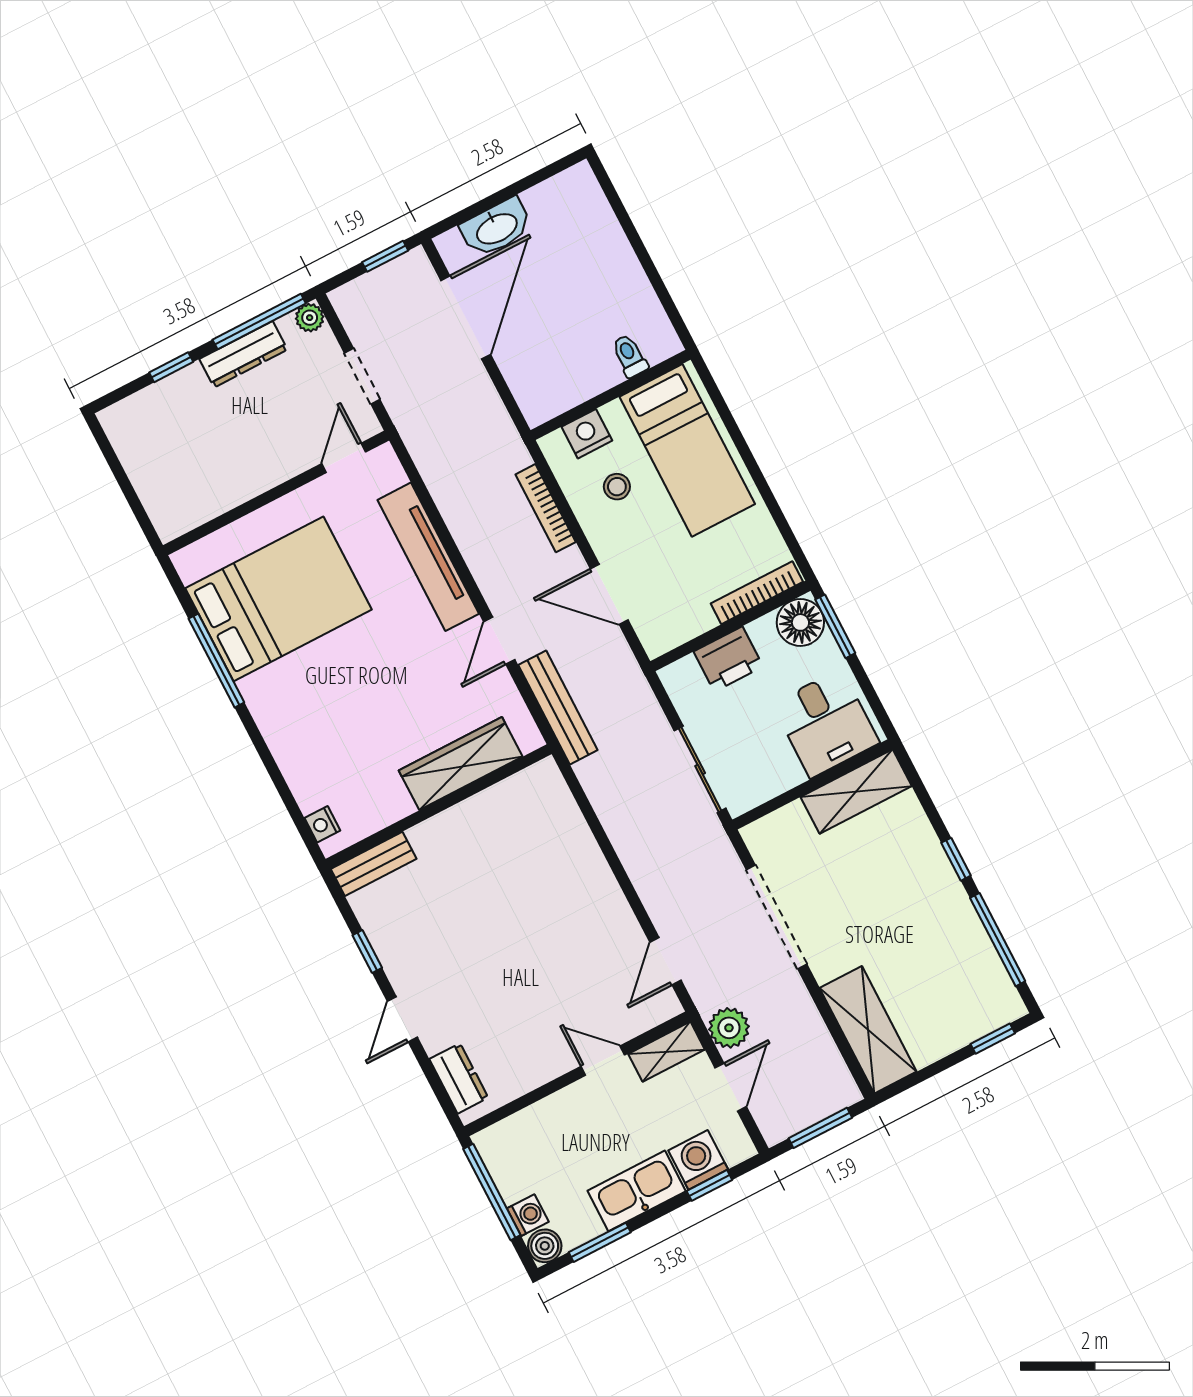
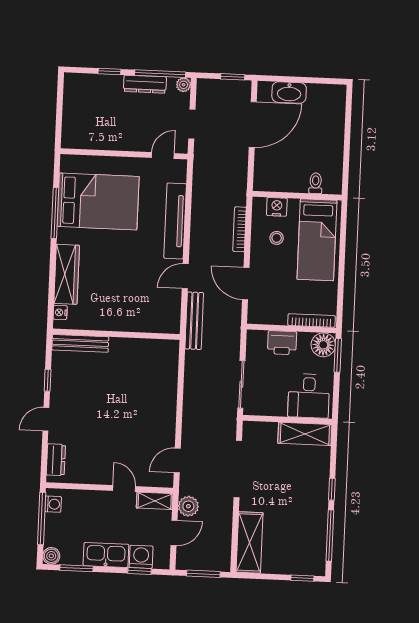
wardrobe: (461, 763) -> (67, 274), moved, turned 90
bench: (374, 864) -> (80, 343), width x1.36
washing machine: (528, 1215) -> (53, 504), moved

